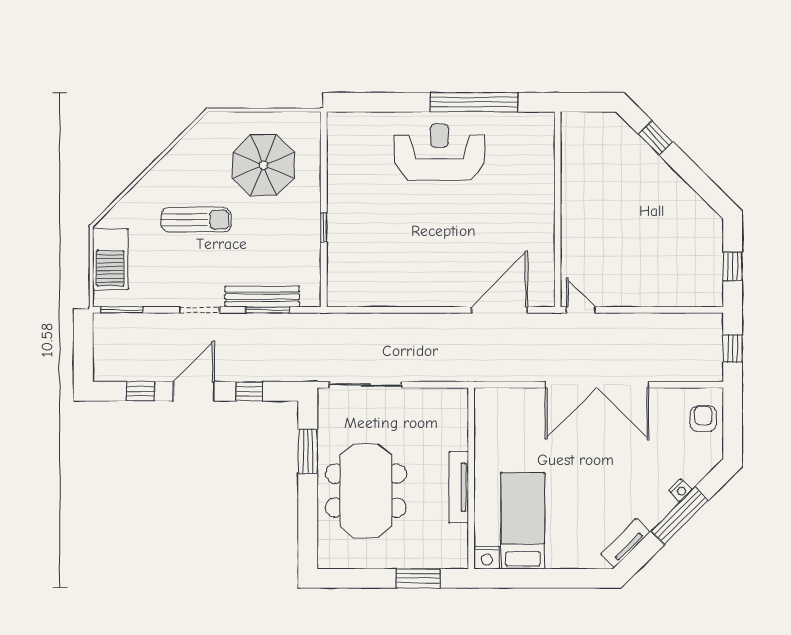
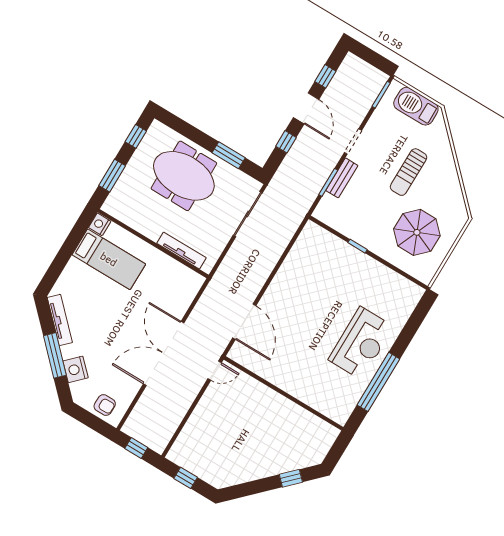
bench: (262, 297) -> (342, 178), width x0.73
tv unit: (459, 487) -> (181, 251), moved
nightstand: (680, 490) -> (76, 369), width x1.89, depth x1.79
tv unit: (625, 543) -> (60, 320), width x1.41
window: (353, 578) -> (136, 136), added

